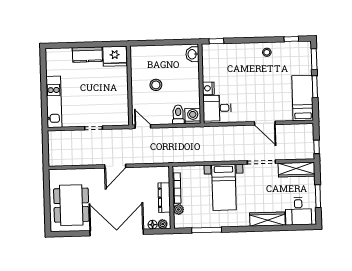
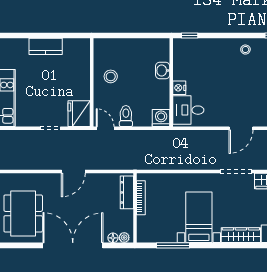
washbasin: (192, 54) -> (163, 71), moved
fridge: (115, 56) -> (79, 114), moved, turned 90
stool: (156, 85) -> (111, 76), moved
toilet: (178, 115) -> (126, 116), moved
door: (265, 123) -> (241, 128), hinge flipped
bed with nightstands: (224, 187) -> (199, 217), moved, turned 180
dresser: (164, 198) -> (127, 192), moved
plant: (178, 209) -> (142, 222), removed

